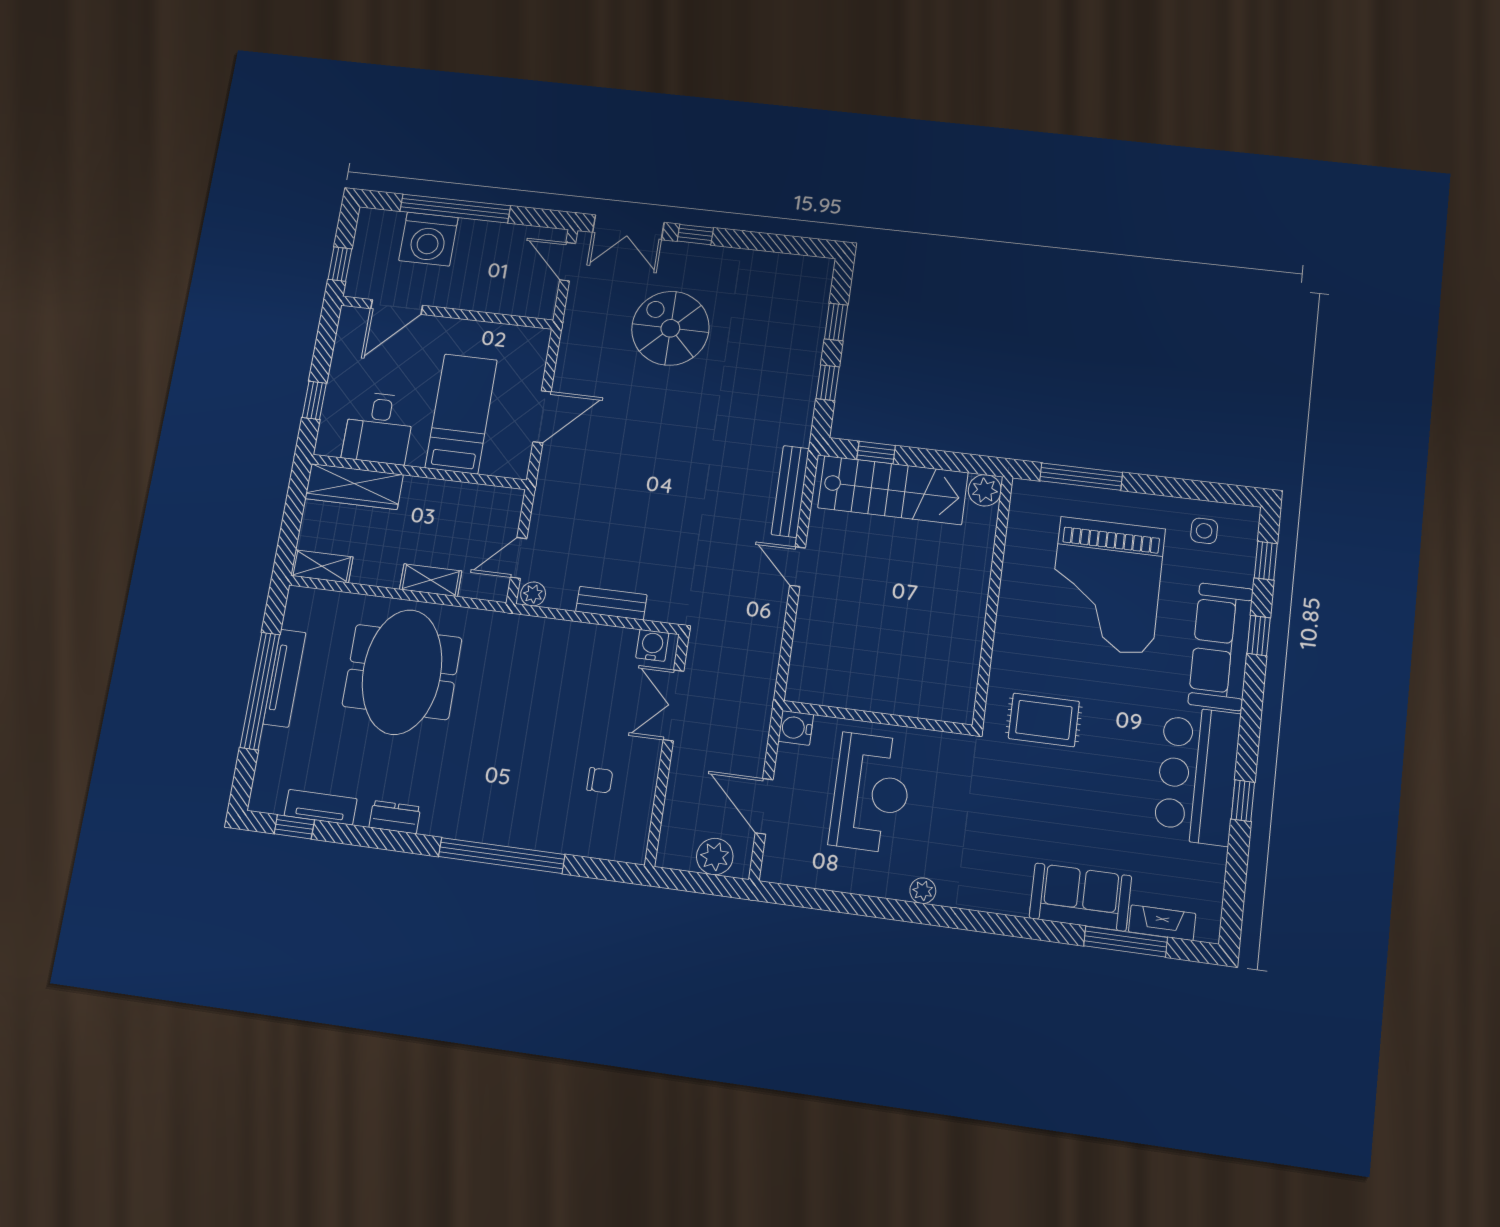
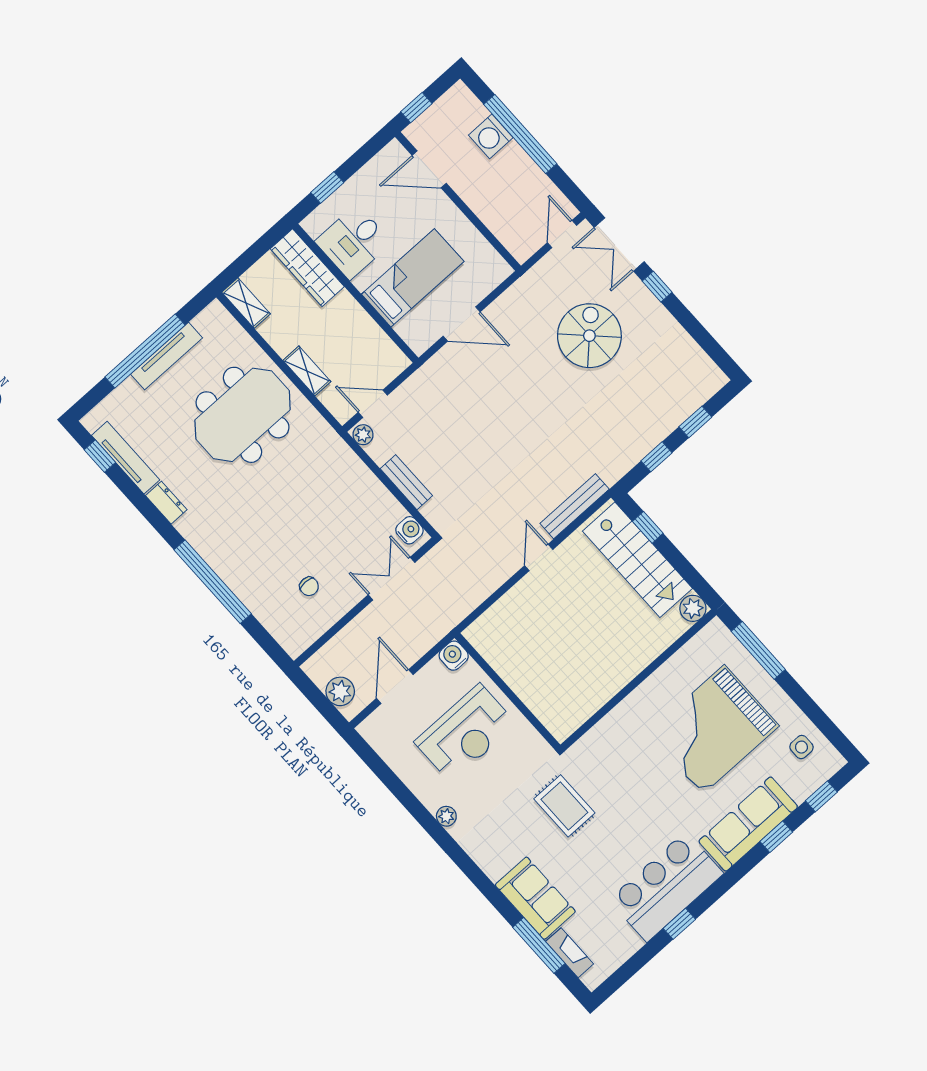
washing machine: (428, 239) -> (491, 136), width x0.73, depth x0.73
rug: (1044, 720) -> (564, 806), moved
tv unit: (321, 807) -> (126, 458), width x1.41

